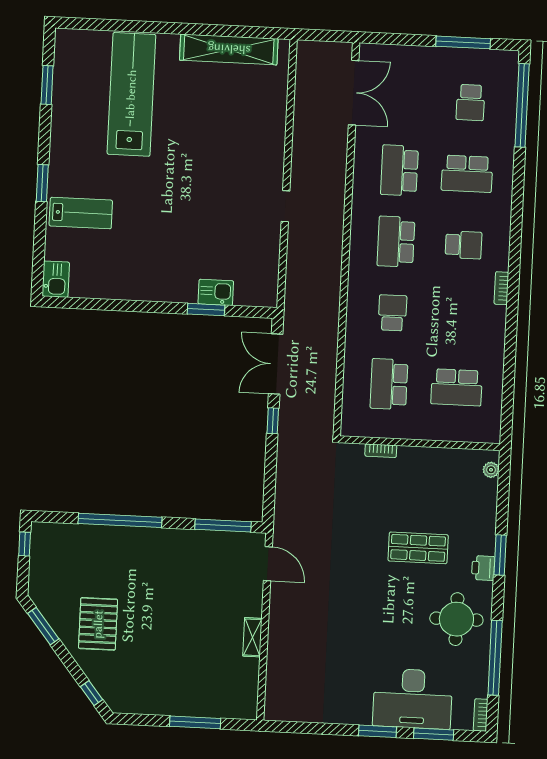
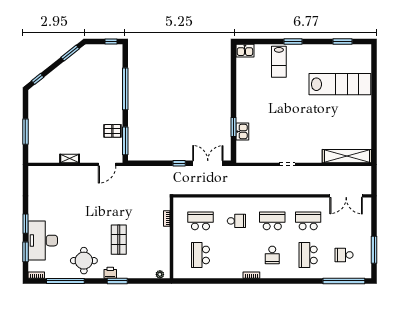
shelving: (229, 49) -> (347, 156), moved, turned 90
pallet: (98, 624) -> (112, 131), moved, width x0.67, depth x0.71

